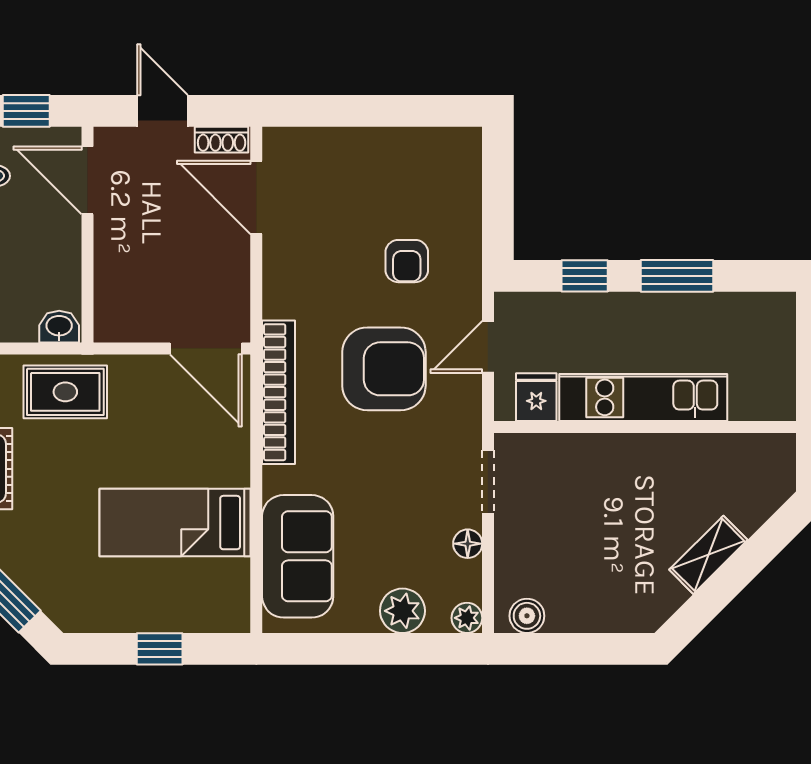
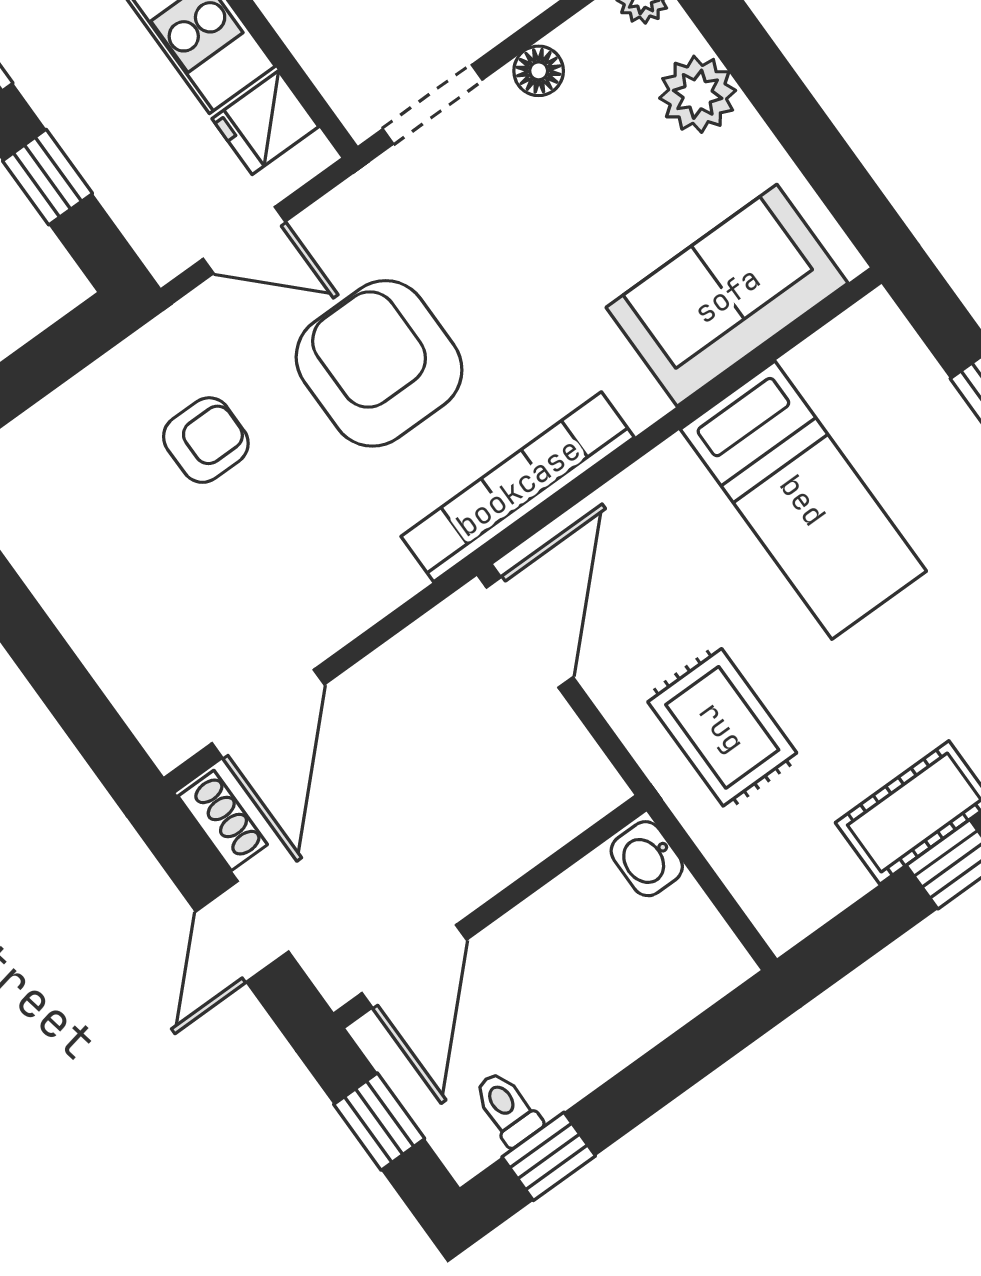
rug: (65, 392) -> (722, 727), moved

